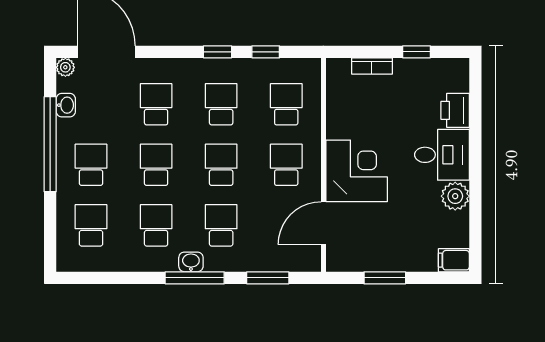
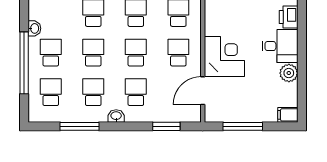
washbasin: (66, 105) -> (34, 28), moved
window: (50, 144) -> (24, 63), moved
window: (195, 278) -> (80, 126), moved
window: (385, 278) -> (243, 126), width x1.44

